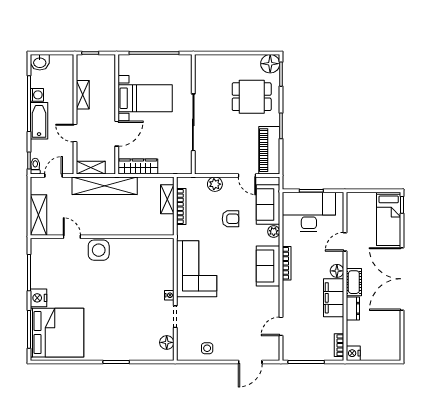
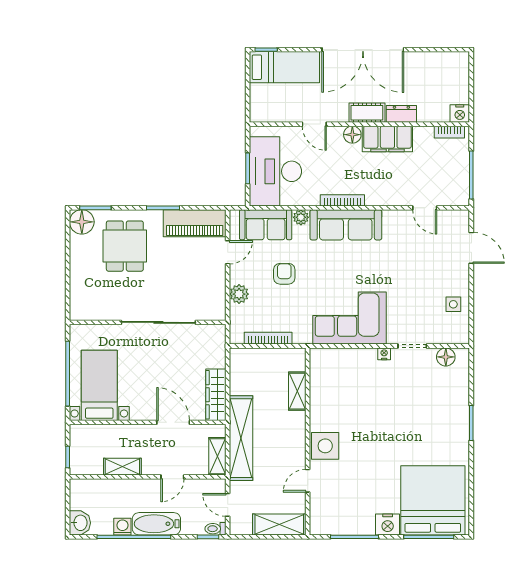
bed with nightstands: (145, 98) -> (99, 385), moved
shelving: (167, 199) -> (297, 391), moved, turned 90
sofa: (268, 266) -> (346, 225), width x1.36

